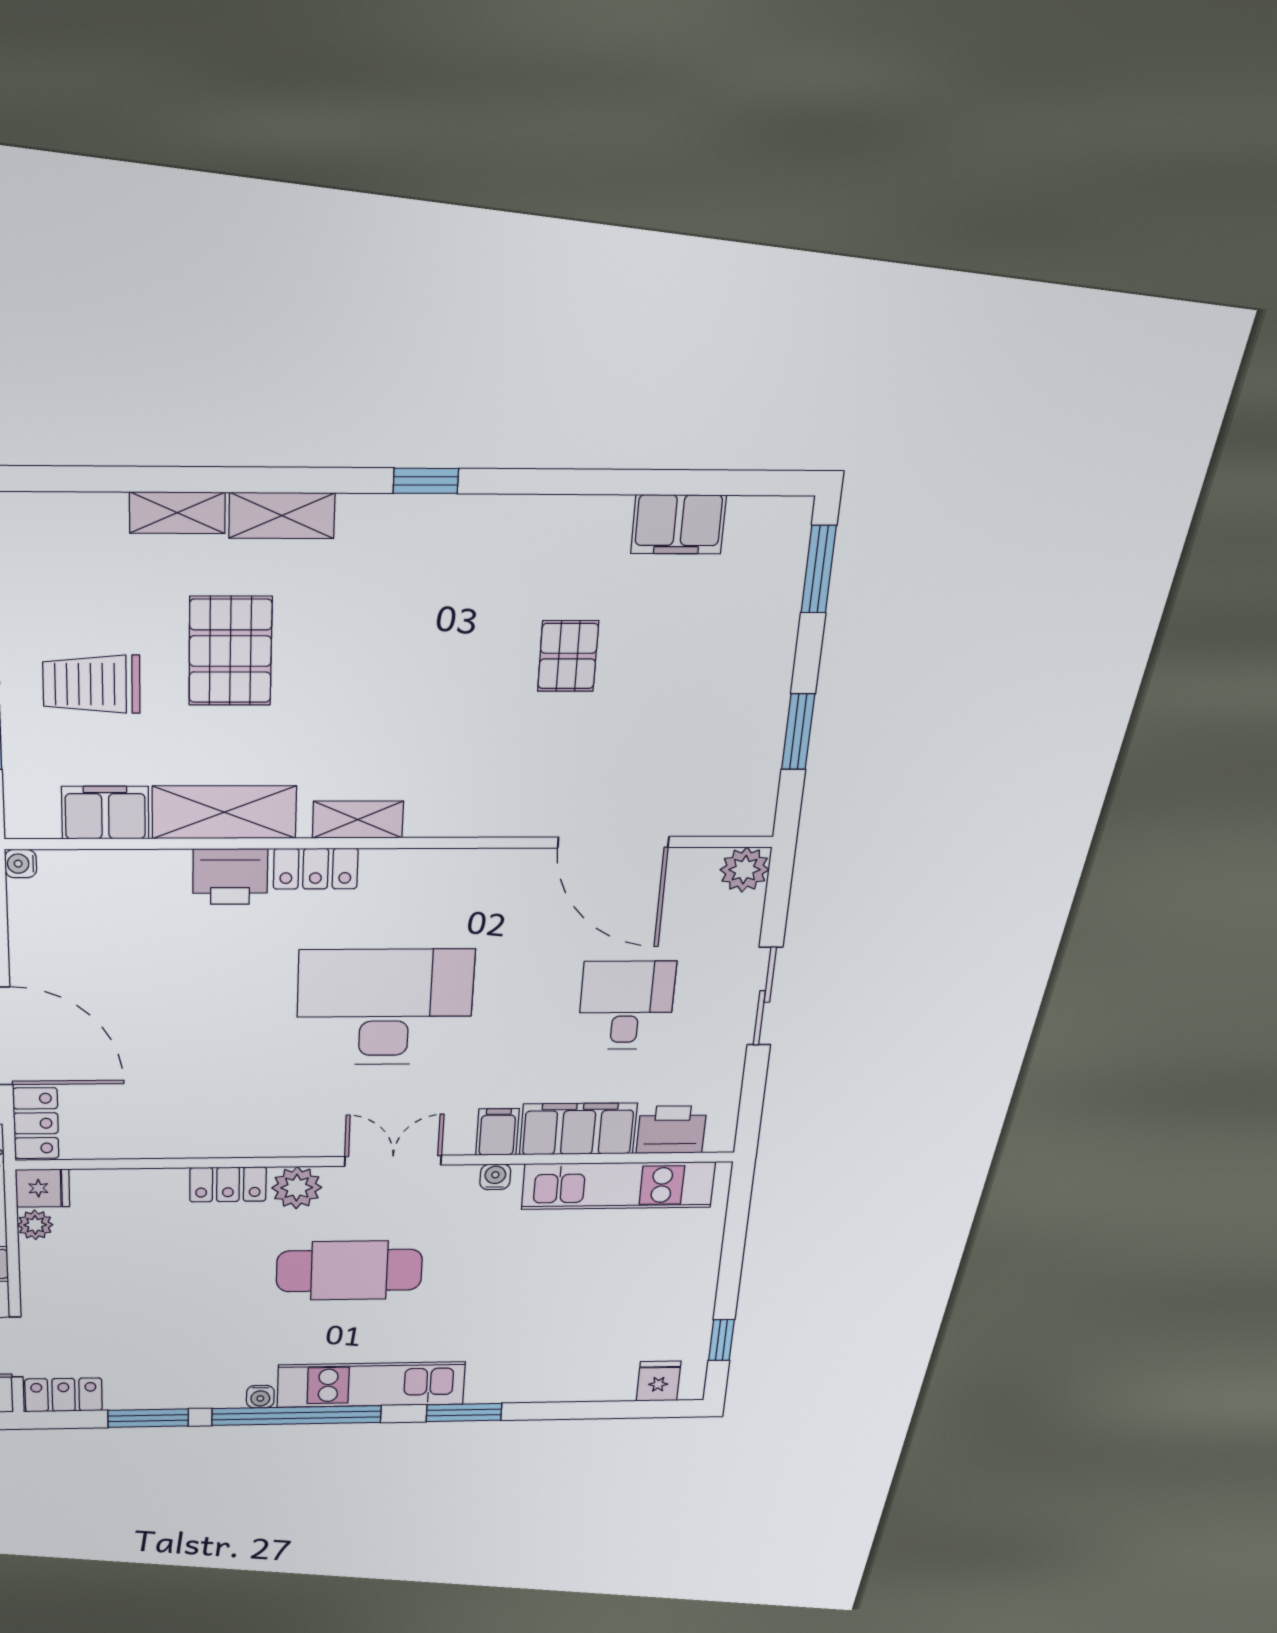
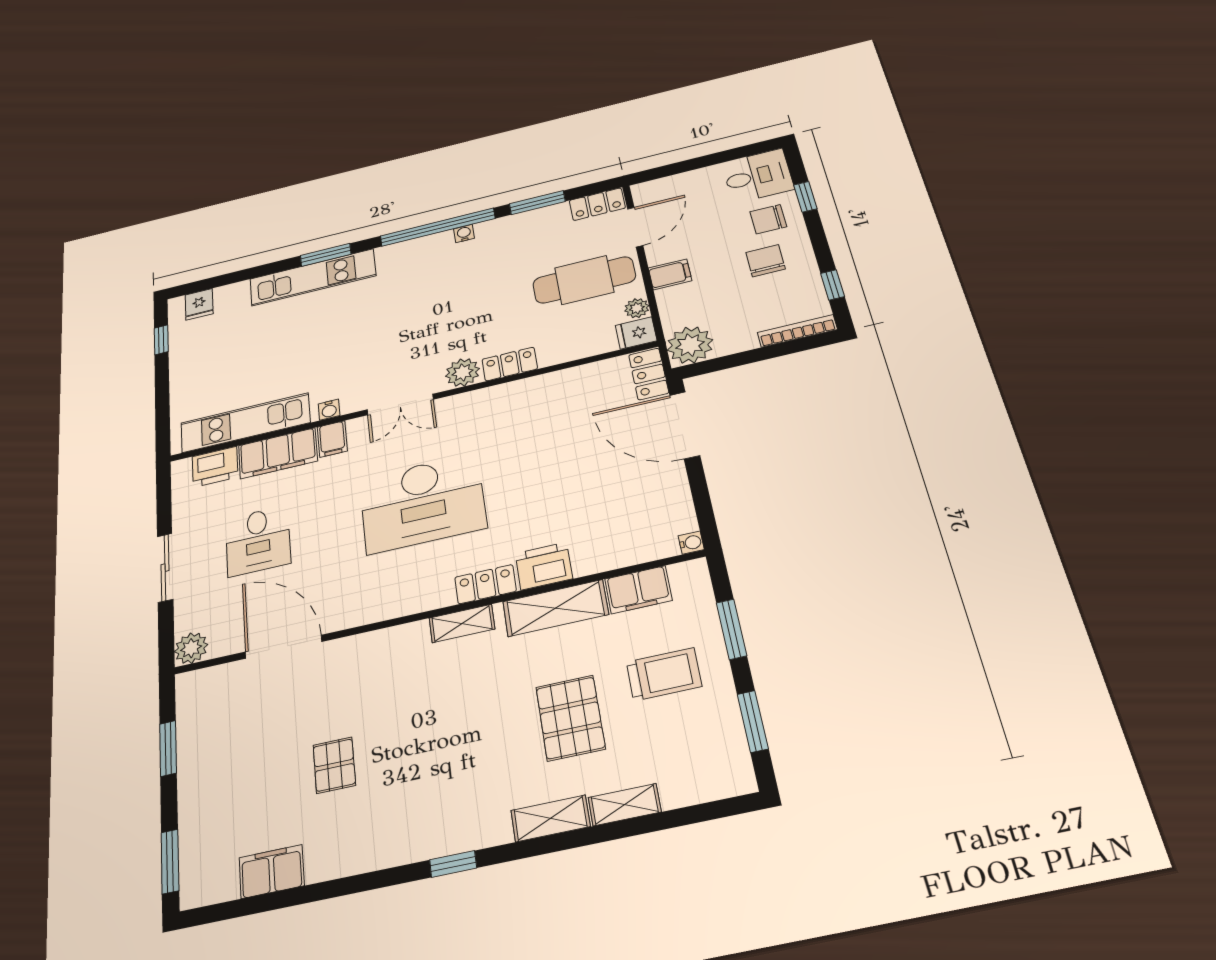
cafe table: (349, 1270) -> (584, 280), moved
kitchen unit: (371, 1385) -> (313, 277), moved

